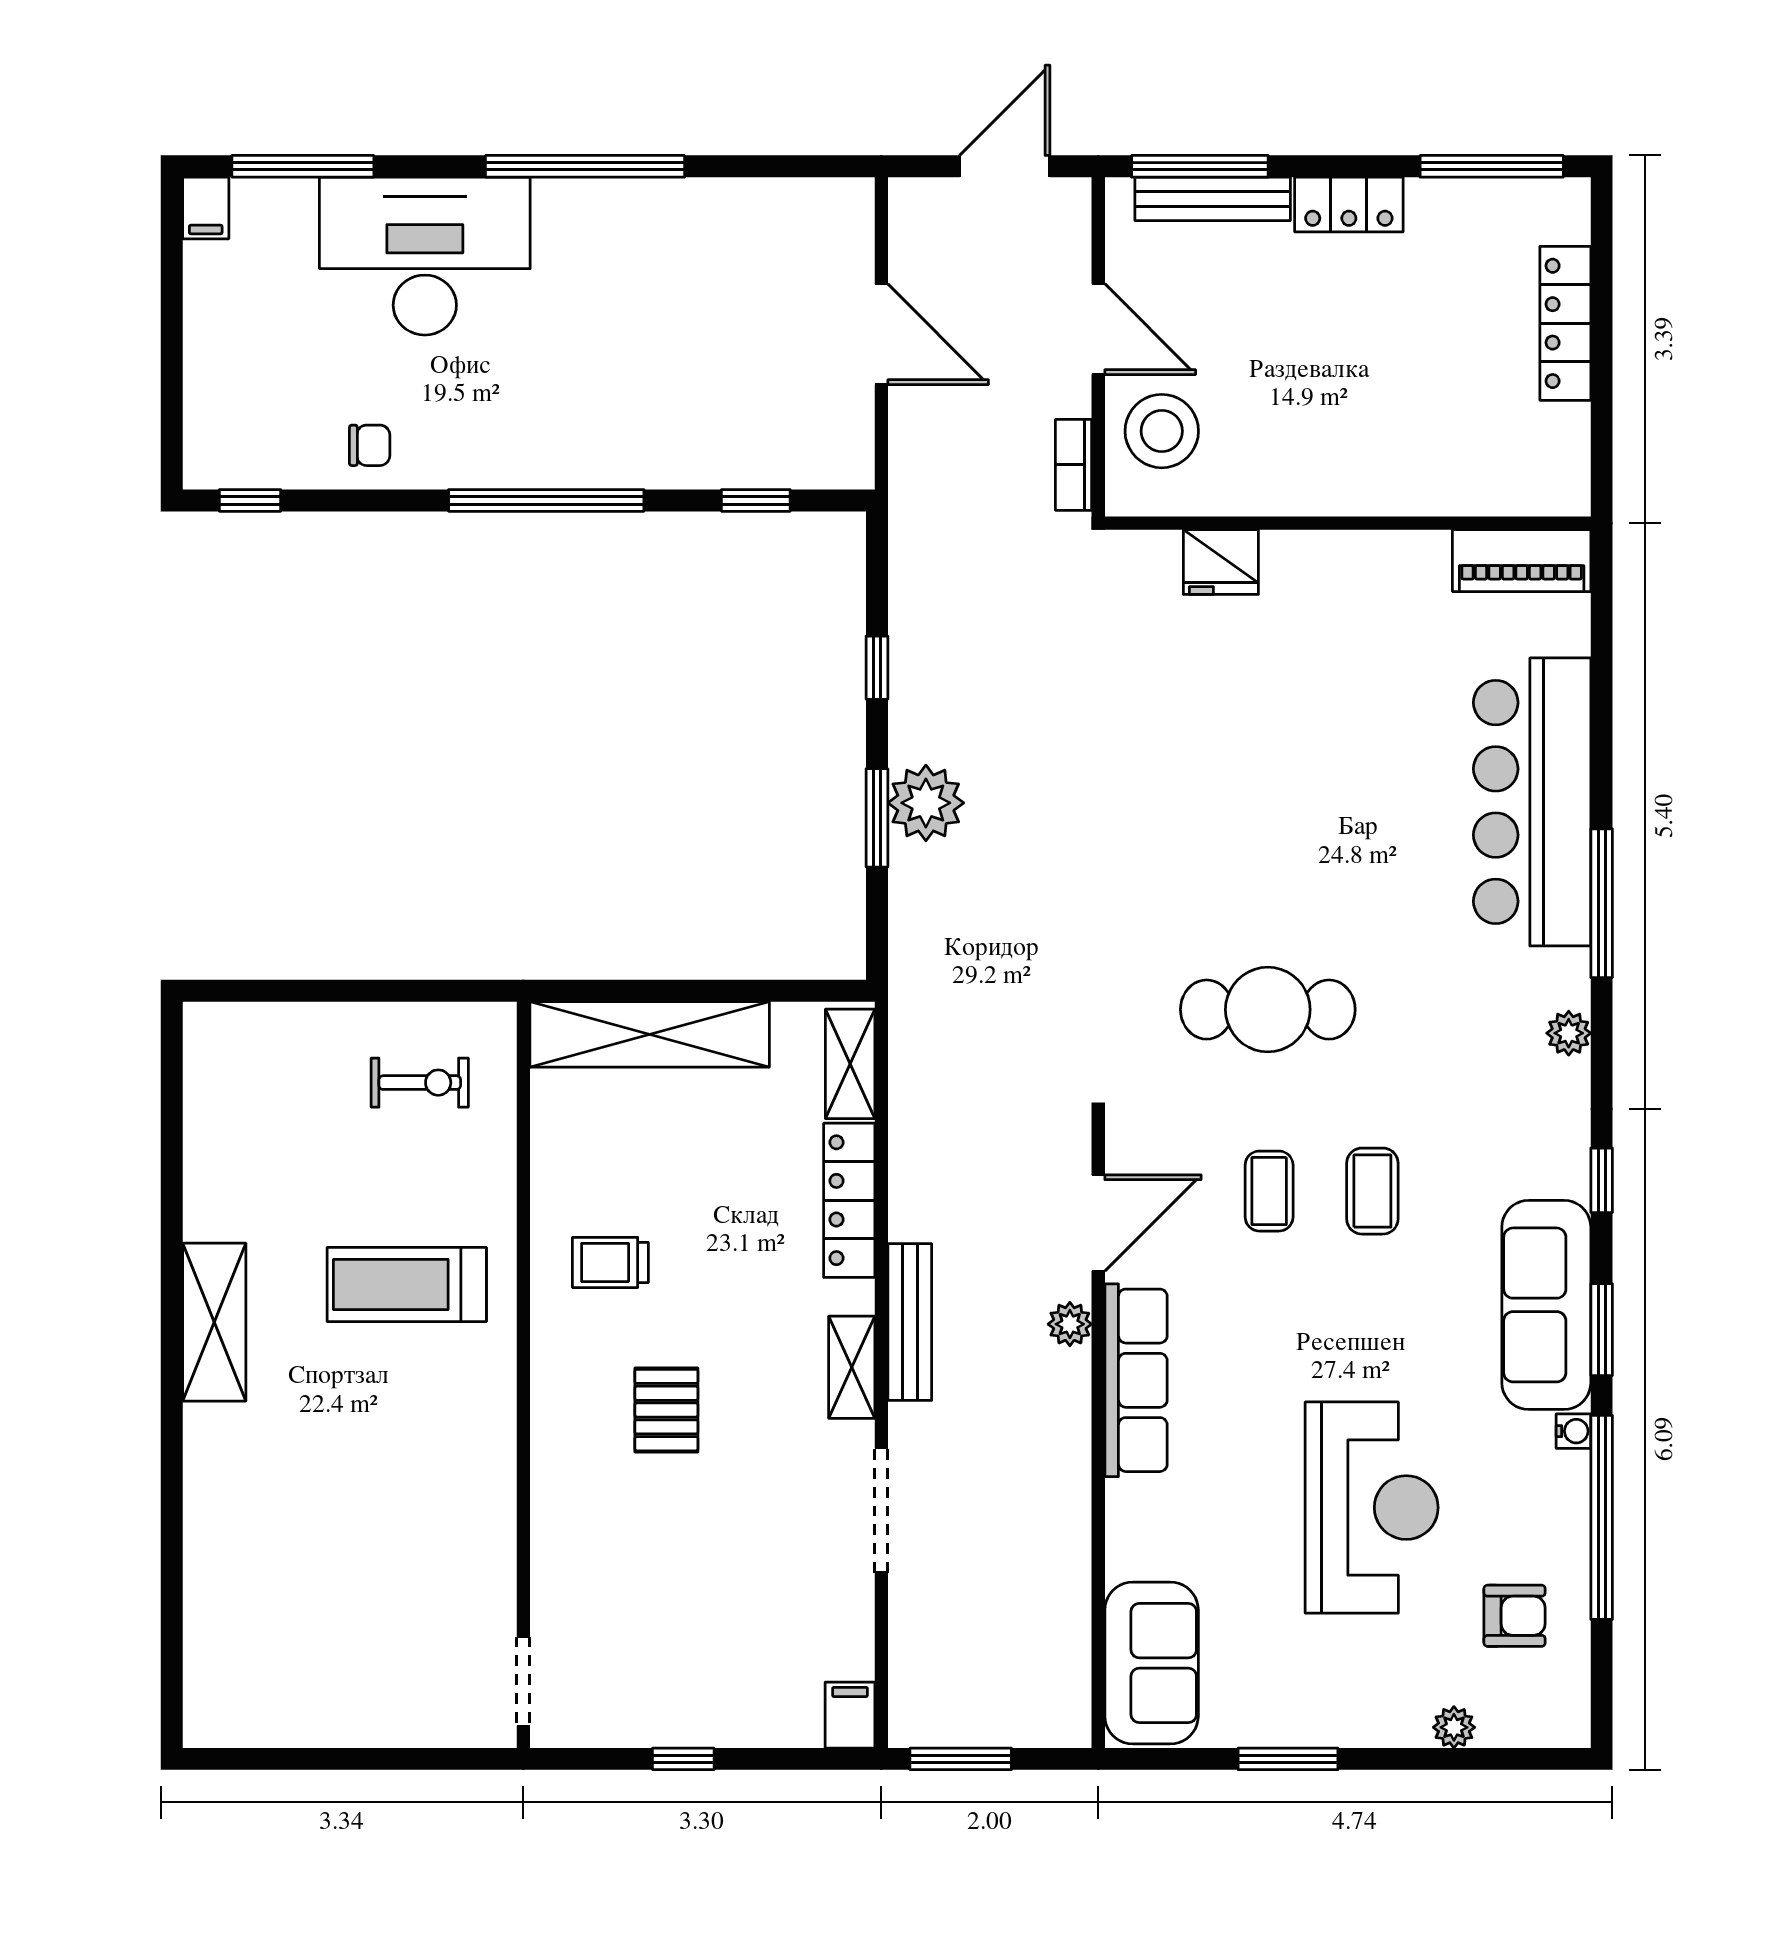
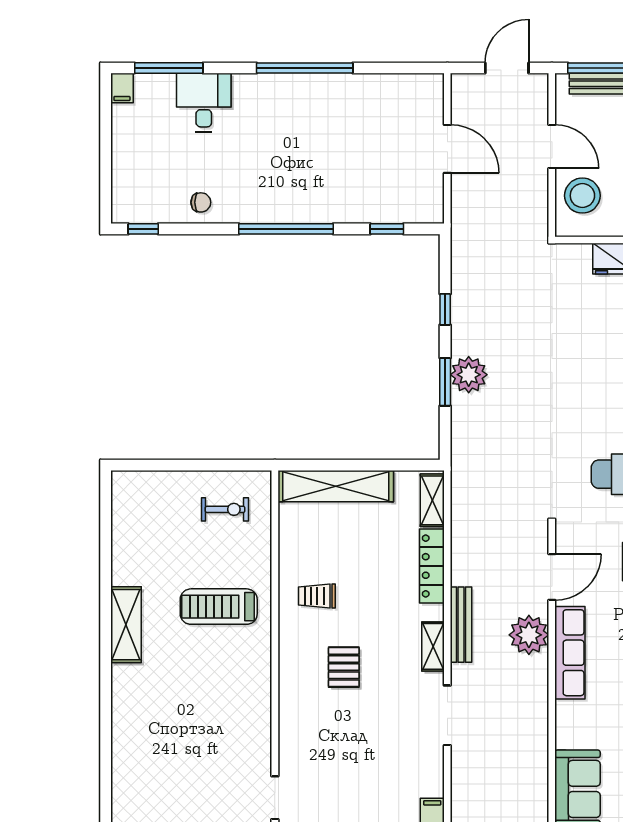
desk: (425, 256) -> (204, 102), width x0.53, depth x0.77
bookcase: (1074, 465) -> (540, 212), removed
plant: (1070, 1324) -> (529, 635), width x1.88, depth x1.88

